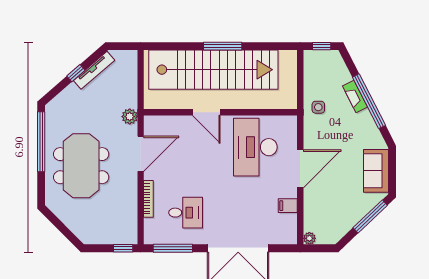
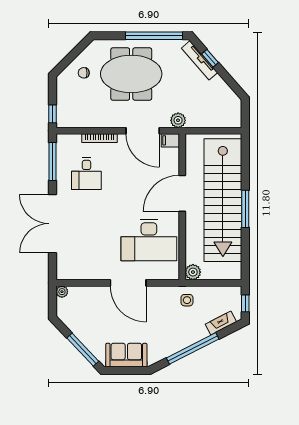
tv unit: (94, 70) -> (200, 60), moved
window: (76, 73) -> (210, 58), moved
fireplace: (355, 96) -> (221, 323), moved
plant: (289, 101) -> (193, 272), added
door: (206, 112) -> (182, 193), width x1.36
desk: (255, 147) -> (149, 240), turned 180
filing cabinet: (288, 206) -> (170, 140), moved, turned -90
chair: (80, 215) -> (84, 73), added

